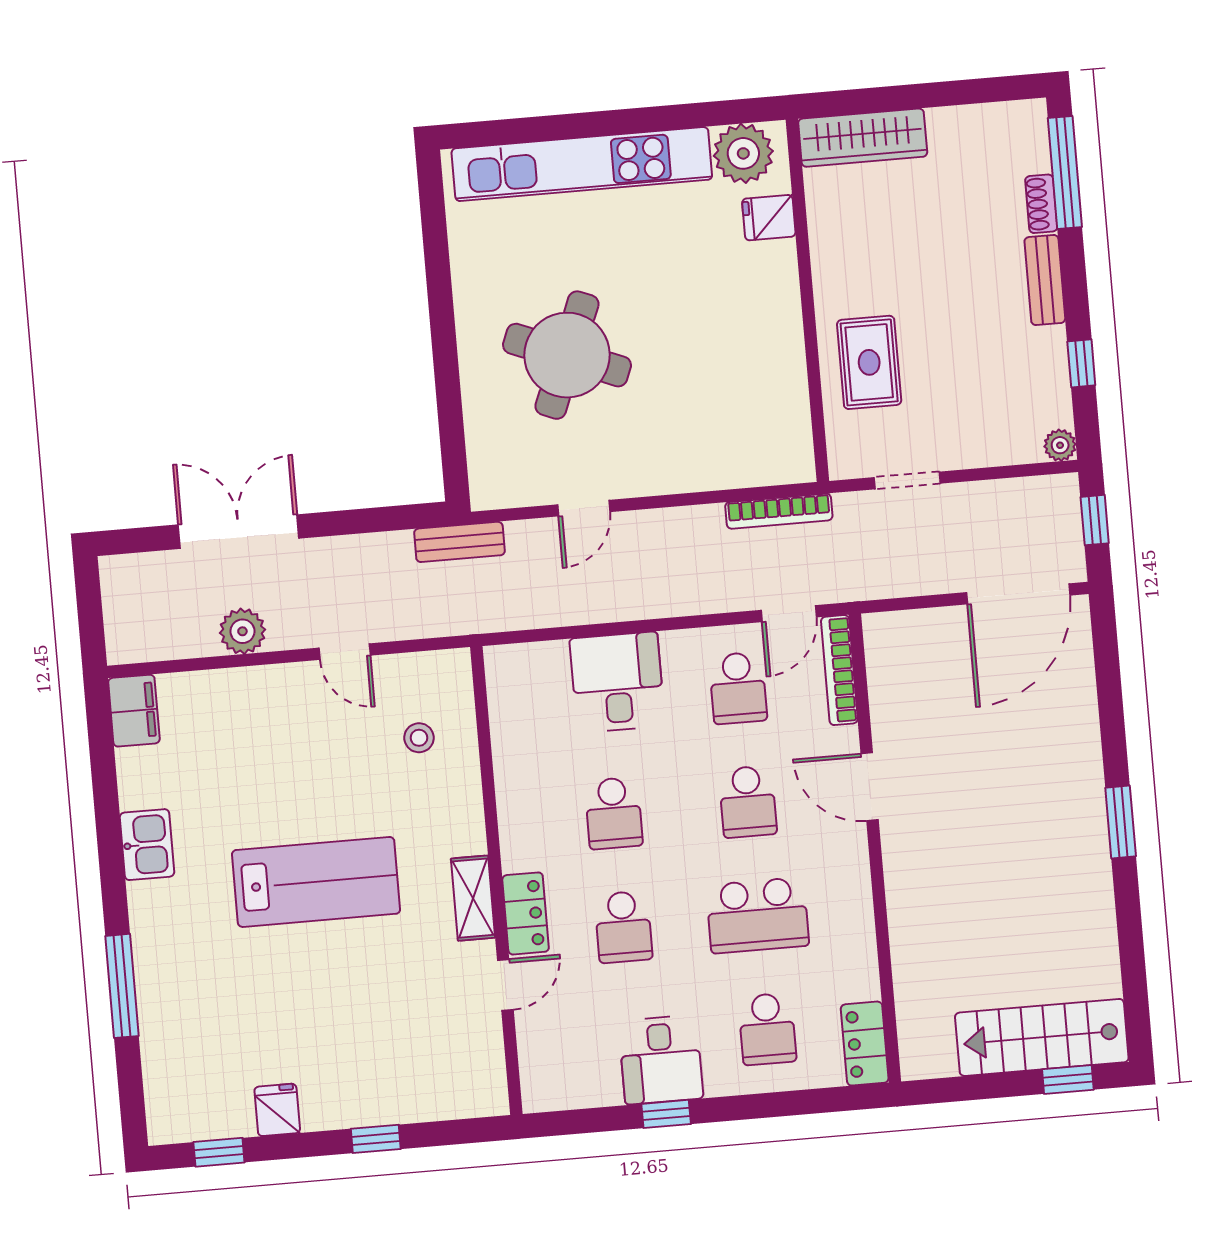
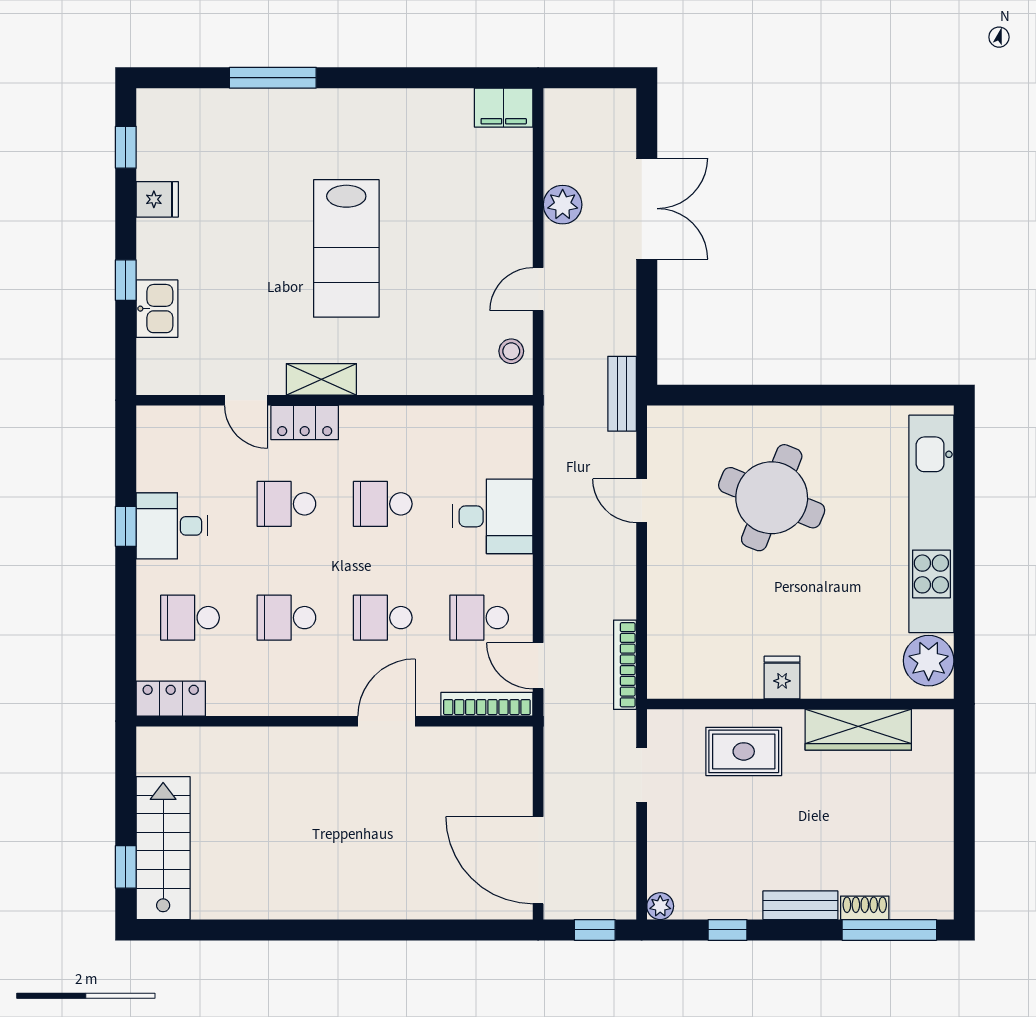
wardrobe: (863, 138) -> (858, 730), moved, turned -90
fridge: (769, 218) -> (782, 677), moved
stool: (419, 738) -> (511, 351), moved
window: (1121, 822) -> (339, 930), removed
kitchen sink: (147, 845) -> (157, 309), moved, turned -90
school desk: (758, 915) -> (286, 618), width x0.54

